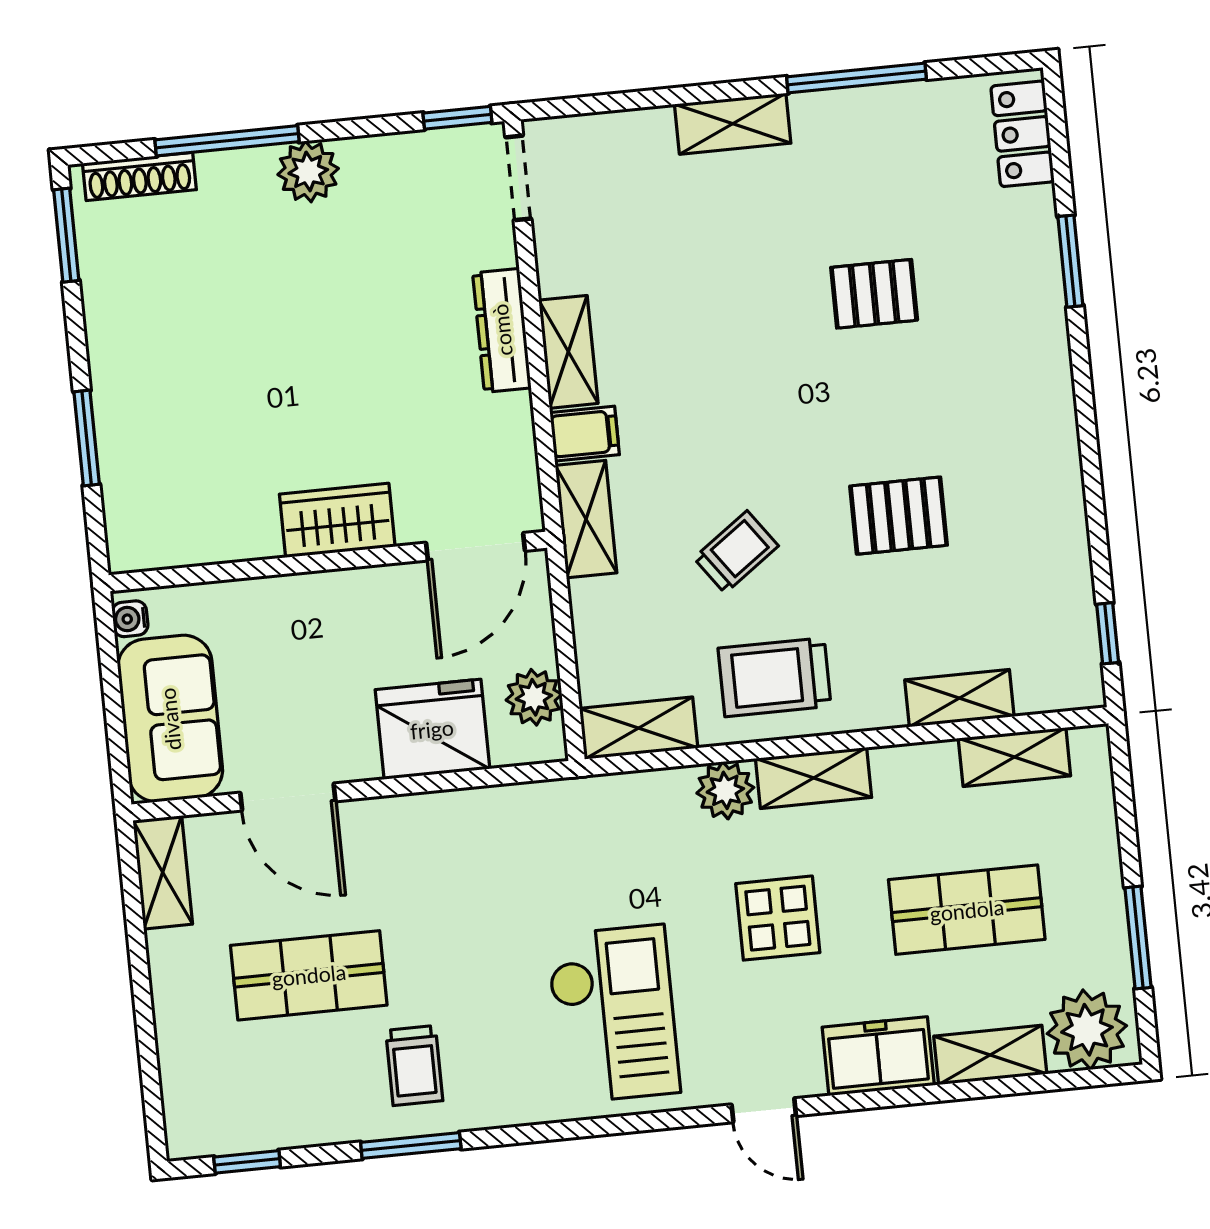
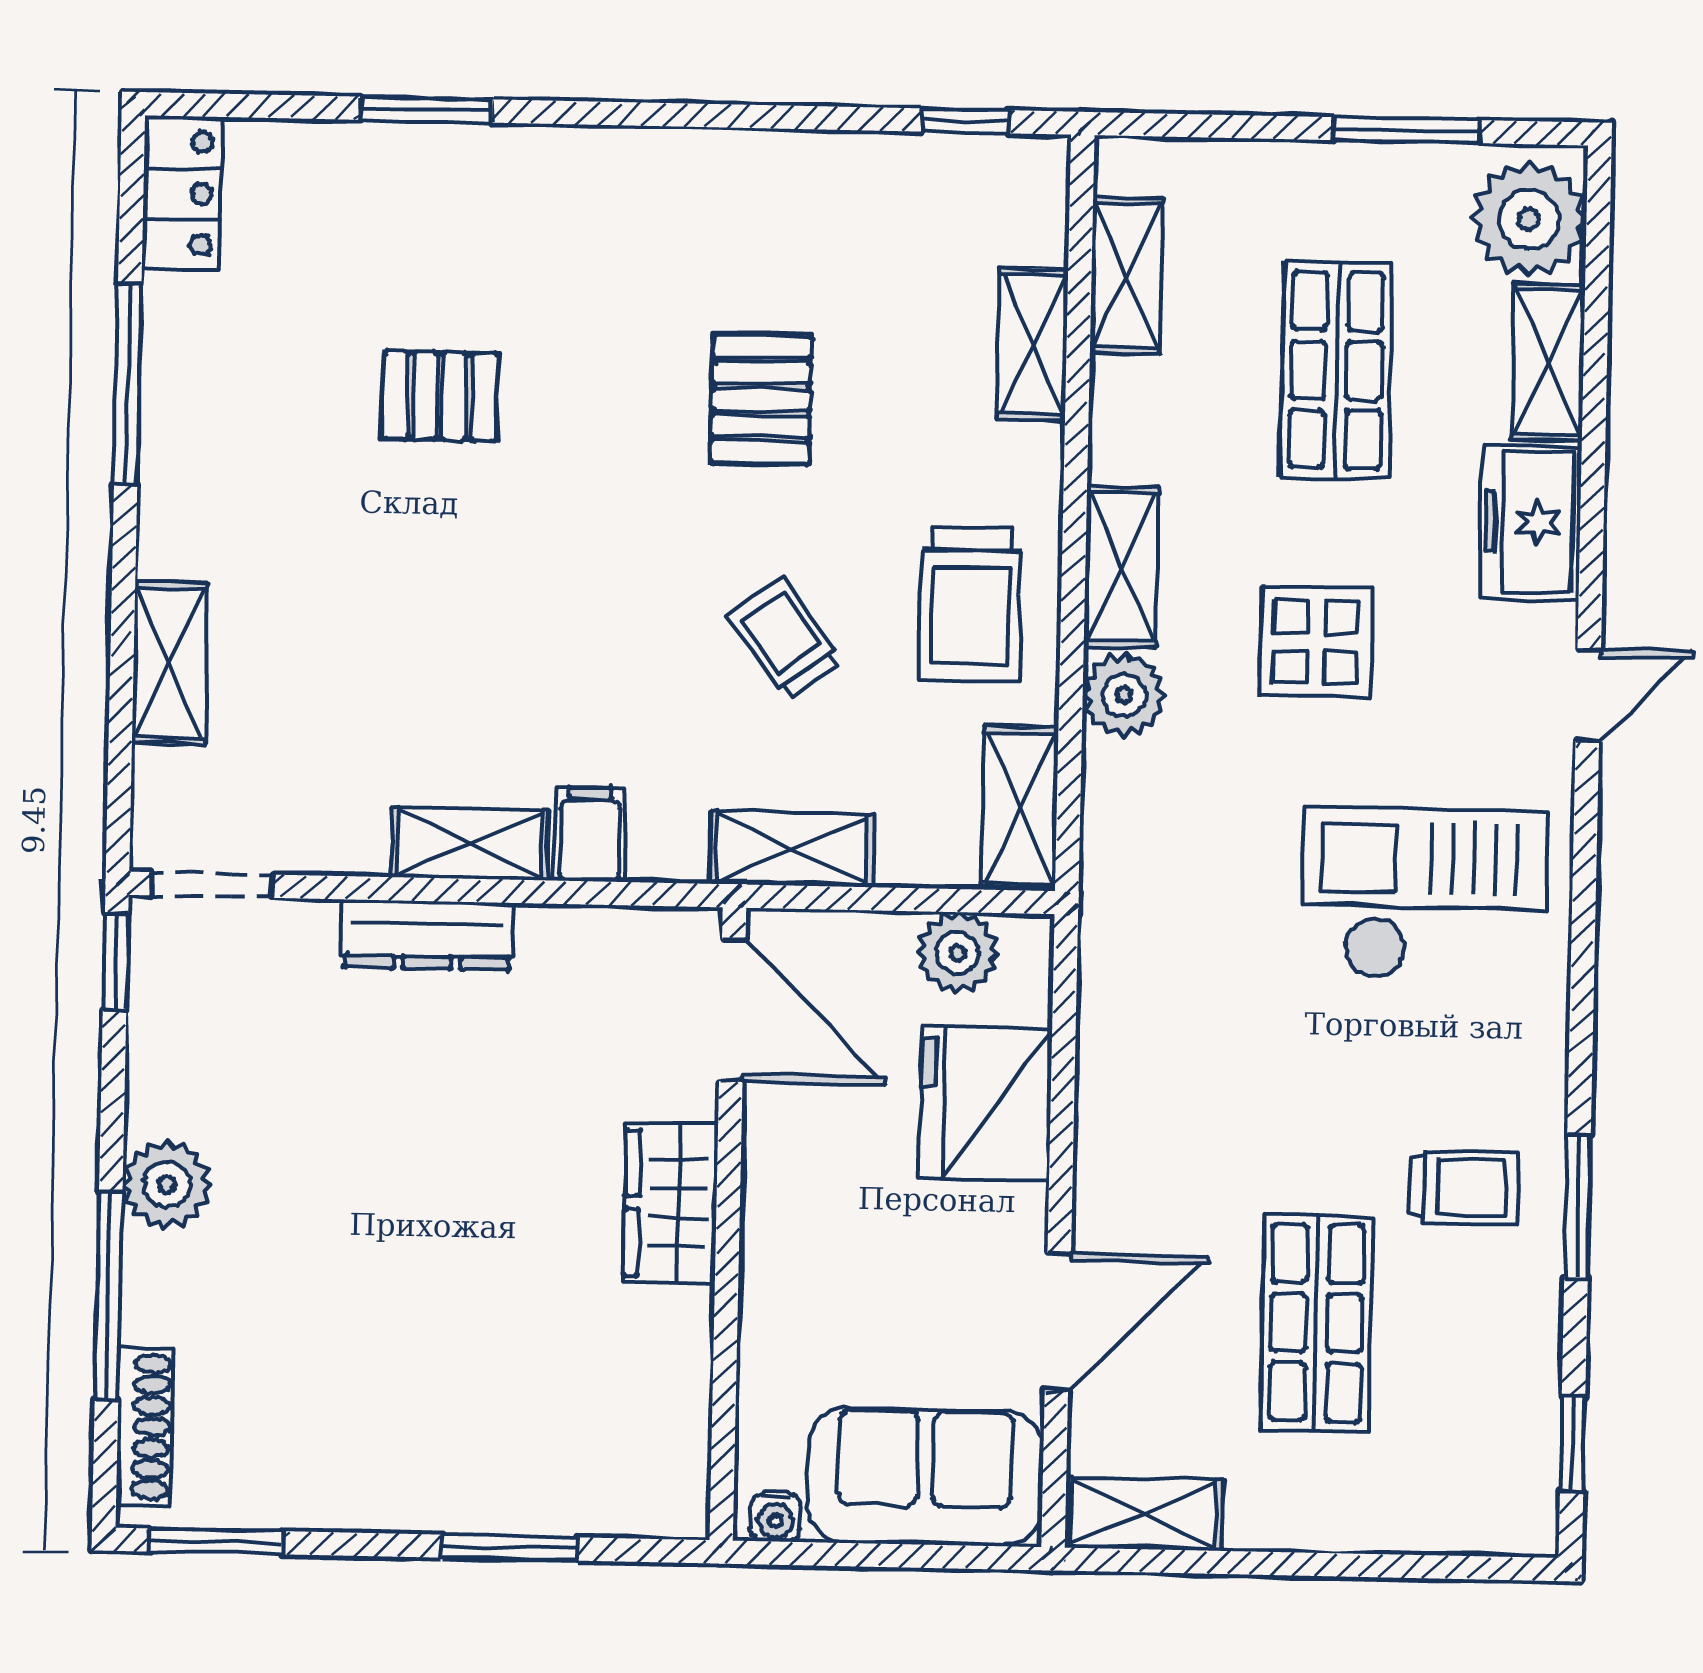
shelving: (733, 124) -> (170, 663), moved
locker: (1023, 134) -> (182, 193), moved, turned -90
pallet: (874, 294) -> (439, 396), turned 90
shelving: (586, 519) -> (792, 849), moved

